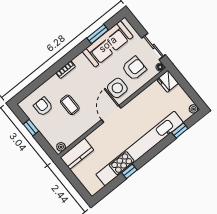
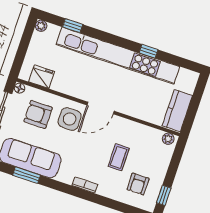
fridge: (168, 81) -> (42, 77), moved, turned -90
window: (31, 128) -> (164, 195), moved
kitchen counter: (77, 154) -> (177, 111), moved, turned -90

